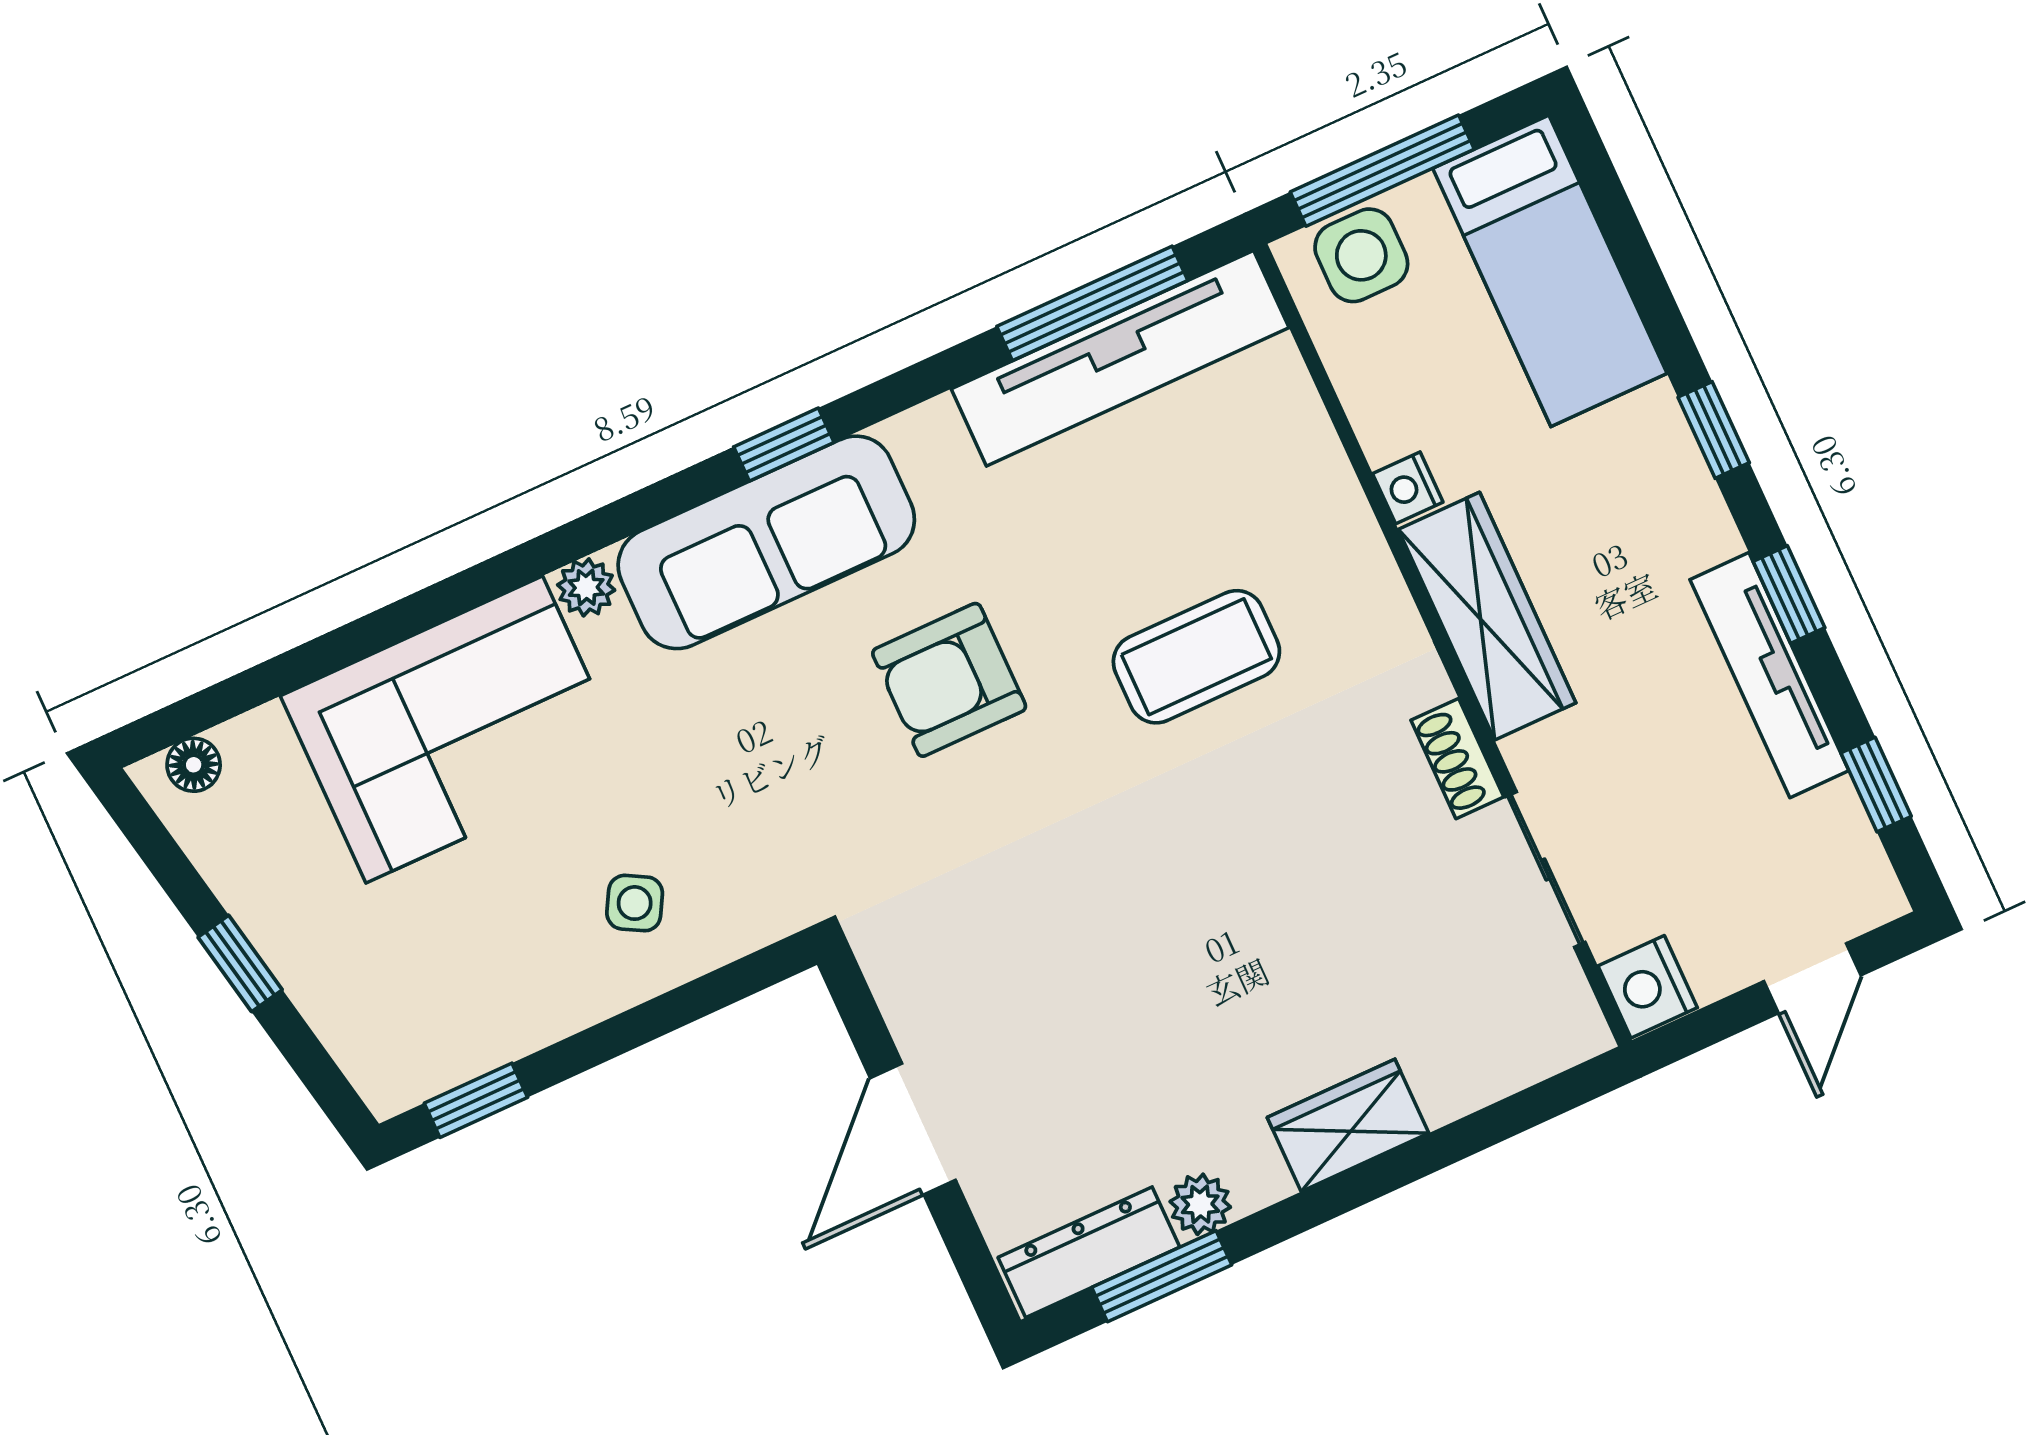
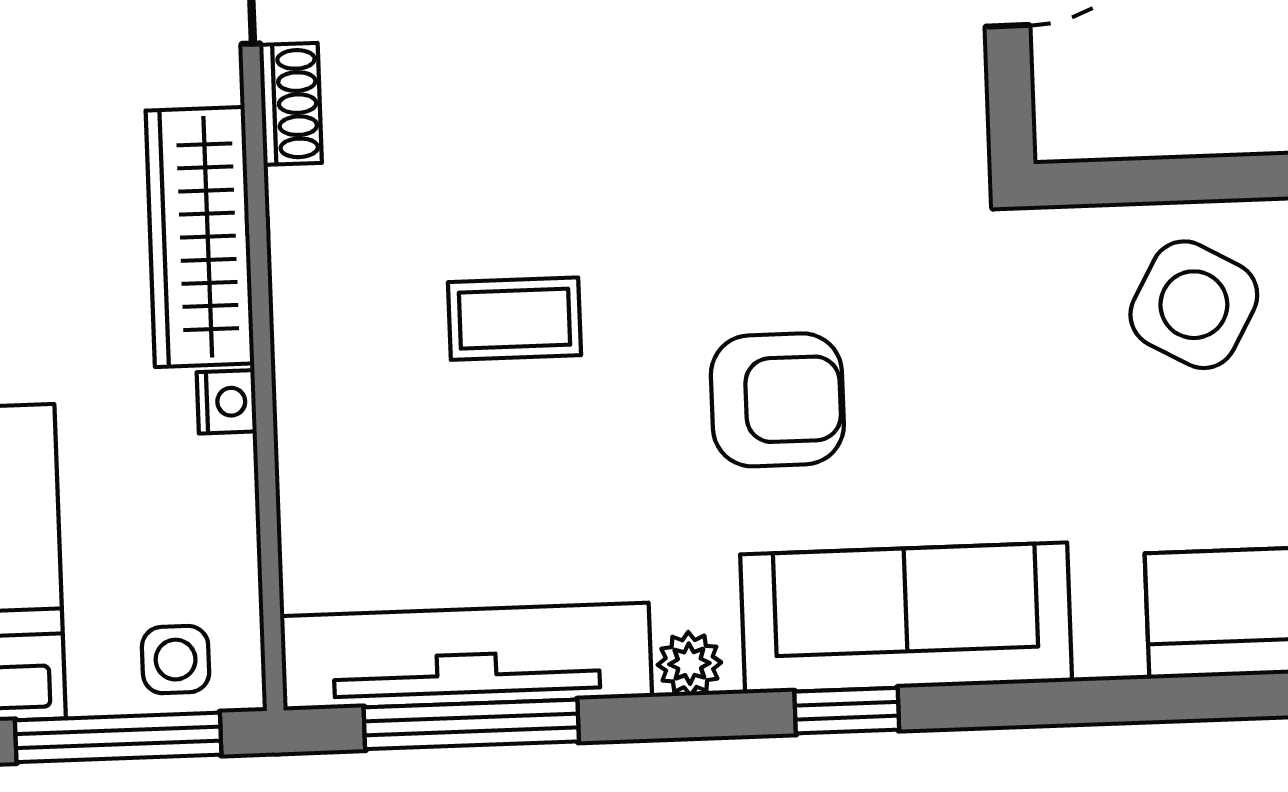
side table: (1361, 255) -> (176, 660), width x0.73, depth x0.73
plant: (586, 587) -> (689, 664), moved
coffee table: (1196, 657) -> (514, 319), width x0.73, depth x0.77
side table: (635, 903) -> (1194, 305), width x1.87, depth x1.87

